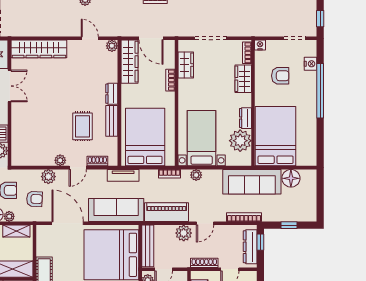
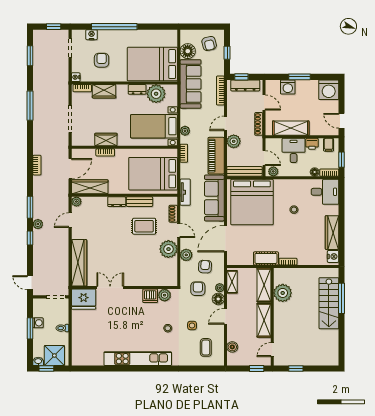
wardrobe: (186, 65) -> (106, 140), moved
plant: (60, 160) -> (168, 249), width x1.88, depth x1.88
armchair: (300, 204) -> (209, 44), added
door: (205, 223) -> (225, 123), swing flipped

